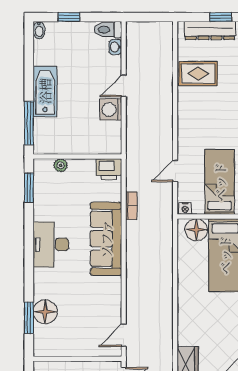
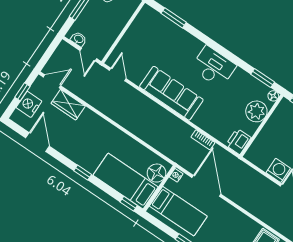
plant: (61, 165) -> (256, 111), width x1.87, depth x1.87
door: (175, 171) -> (206, 186), width x1.88
sofa: (106, 239) -> (171, 93), moved
floor lamp: (45, 312) -> (273, 96), moved, width x0.53, depth x0.53

